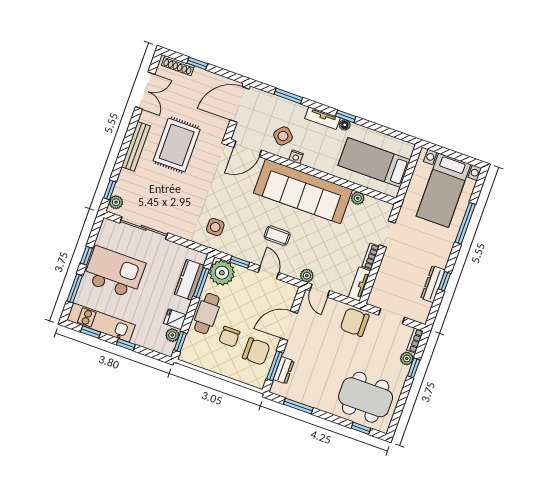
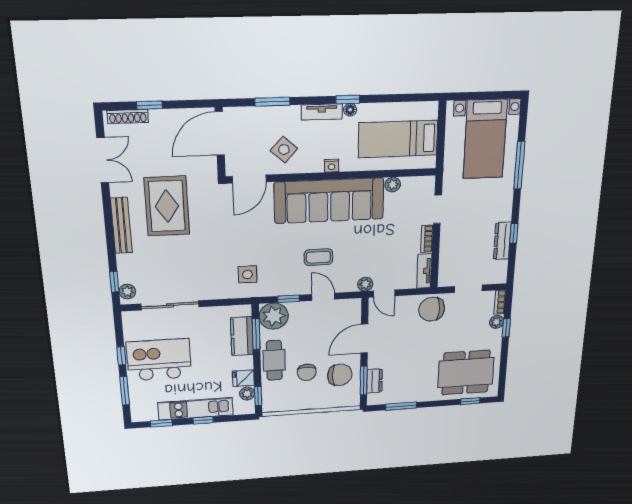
nightstand: (296, 157) -> (332, 166), moved
kitchen unit: (101, 323) -> (196, 409), moved

